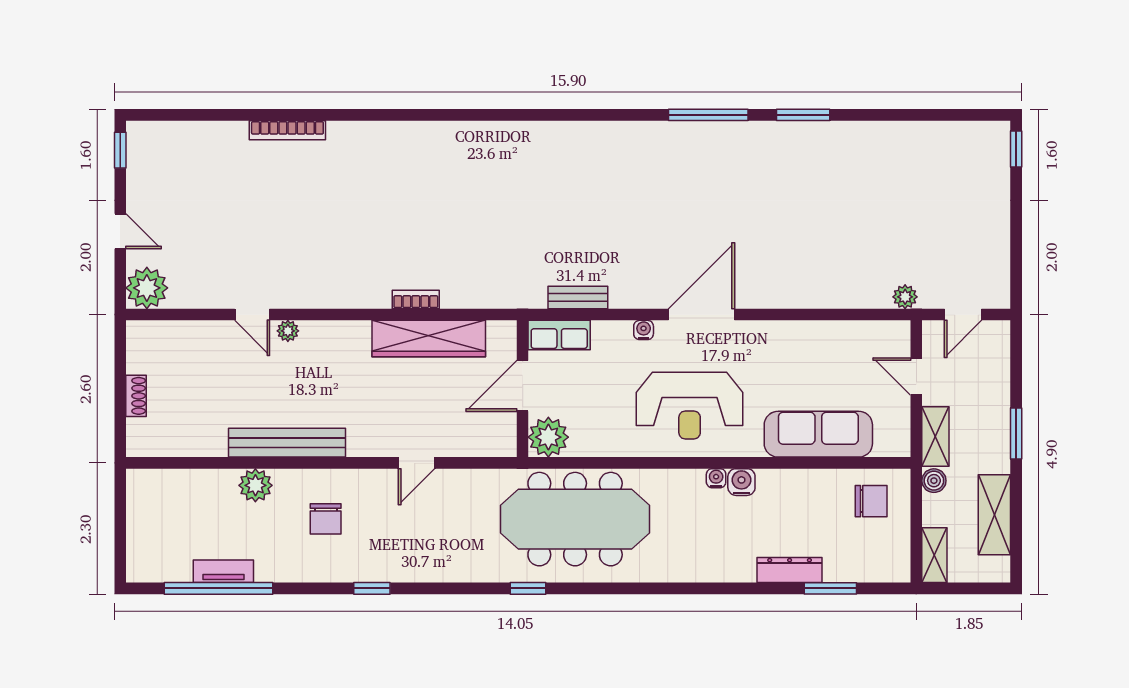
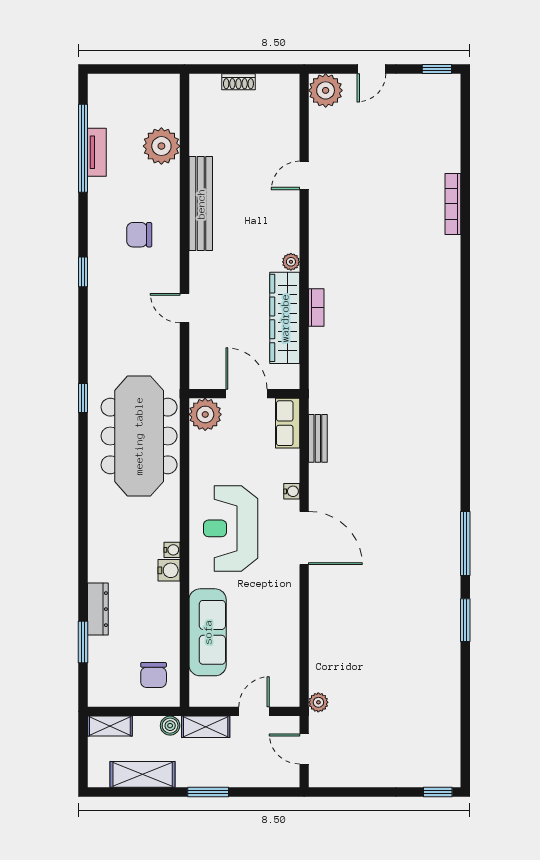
plant: (288, 331) -> (291, 262), moved
plant: (255, 485) -> (161, 146), moved, width x1.36, depth x1.36

